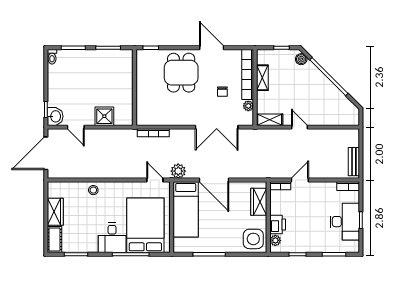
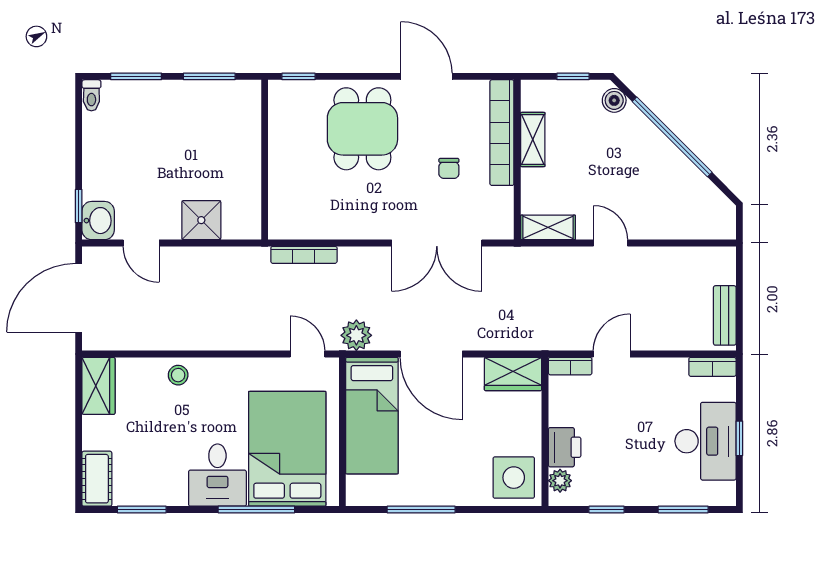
plant: (248, 106) -> (503, 199), removed
wardrobe: (259, 202) -> (513, 374), moved, turned -90
wardrobe: (55, 212) -> (98, 386), moved

